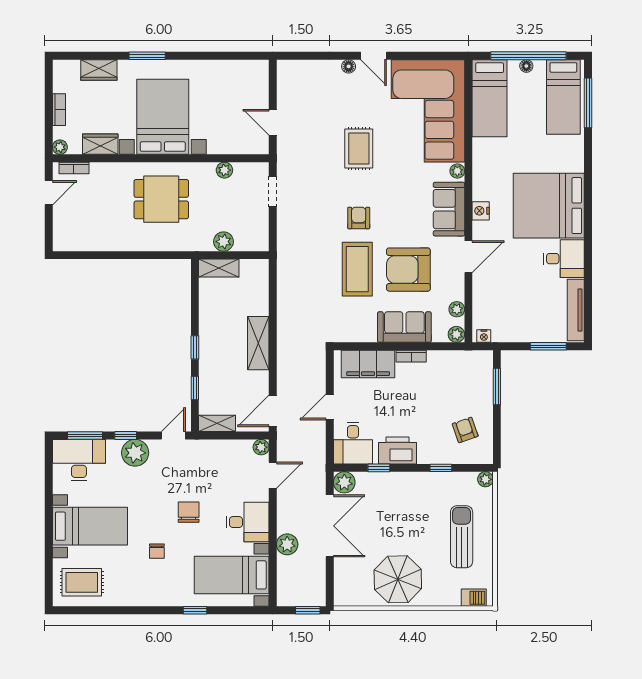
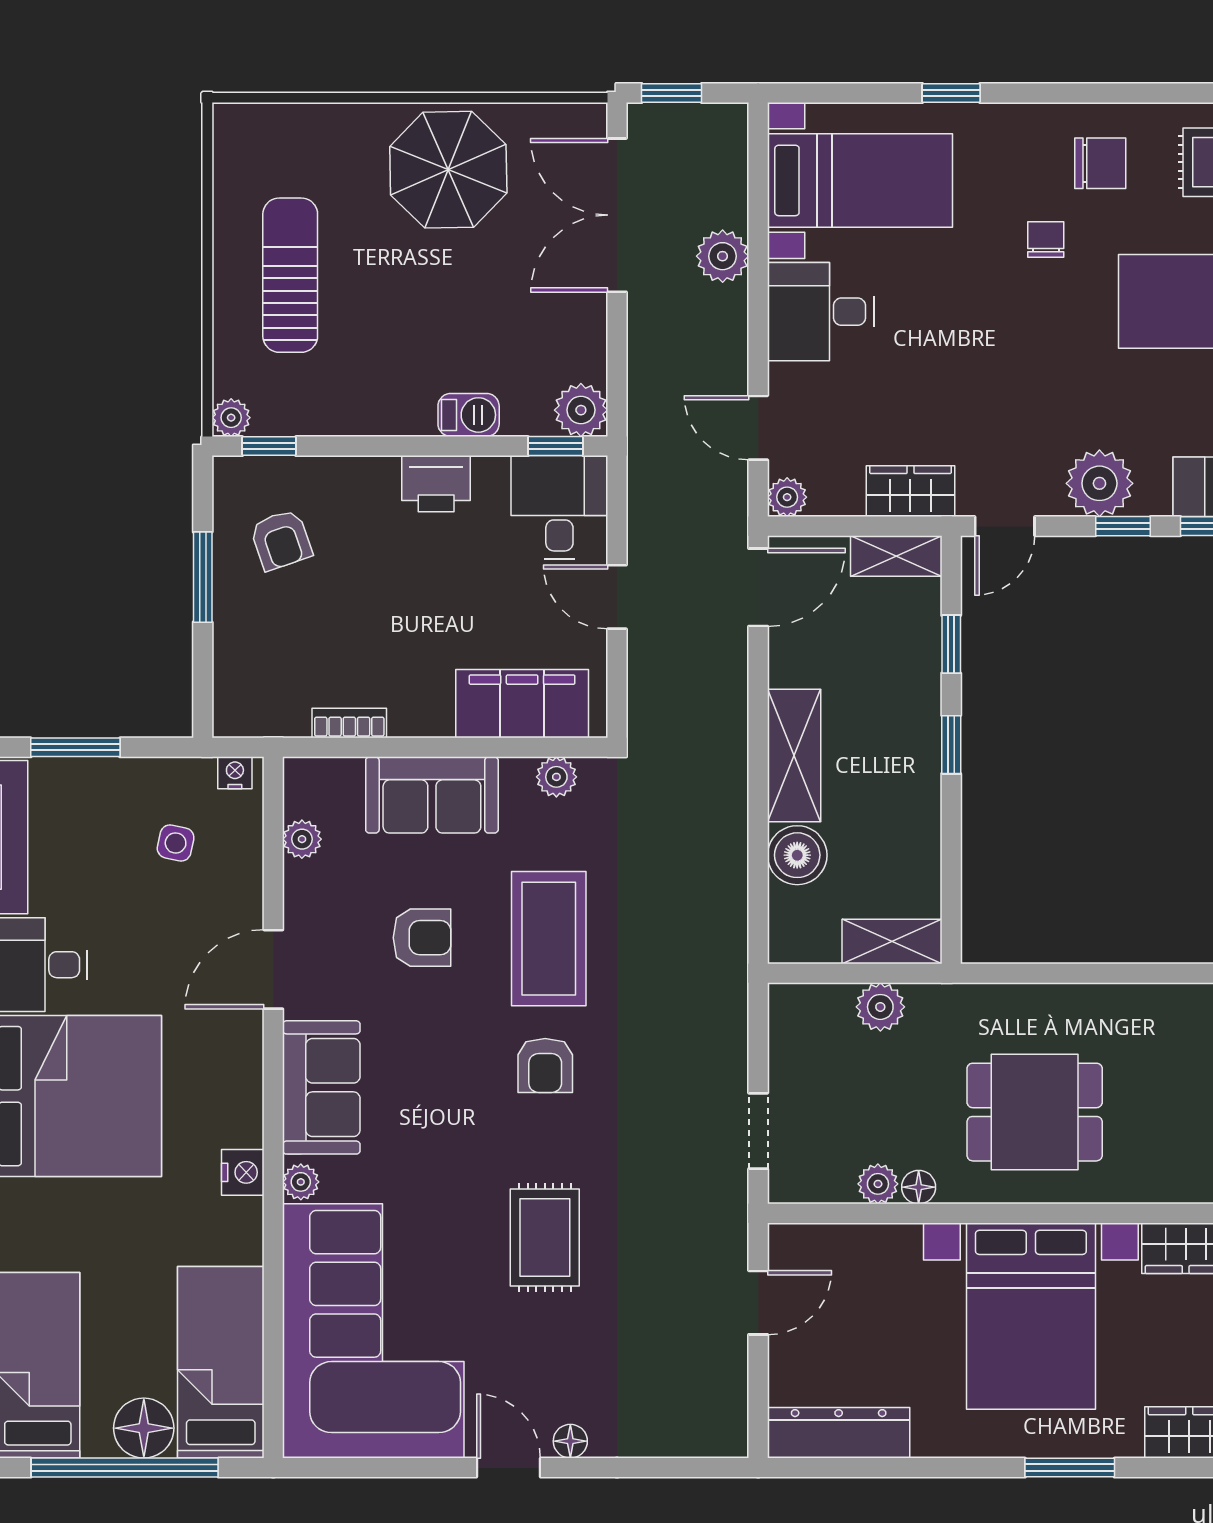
floor lamp: (526, 66) -> (144, 1428), width x1.89, depth x1.89
dresser: (240, 70) -> (839, 1433), added
door: (273, 122) -> (758, 1303), hinge flipped
floor lamp: (208, 169) -> (919, 1187), added
nightstand: (481, 211) -> (243, 1172), moved
armchair: (408, 270) -> (422, 938), width x0.53, depth x0.53
boiler: (257, 303) -> (797, 855), added
side table: (508, 308) -> (176, 843), added
plant: (456, 334) -> (556, 777), moved
bookcase: (411, 356) -> (349, 723), moved
window: (497, 387) -> (203, 577), moved
door: (330, 407) -> (617, 597), swing flipped
wardrobe: (211, 450) -> (910, 491), added
printer: (398, 450) -> (436, 484), width x0.73, depth x0.84
window: (379, 468) -> (556, 446), moved
window: (441, 468) -> (269, 446), moved
door: (273, 475) -> (758, 428), hinge flipped
chair: (189, 512) -> (1100, 163), moved, turned -90
double door: (330, 526) -> (617, 215), moved
sun lounger: (462, 537) -> (290, 275), turned 180
barbecue: (474, 598) -> (469, 415), moved, turned 180

